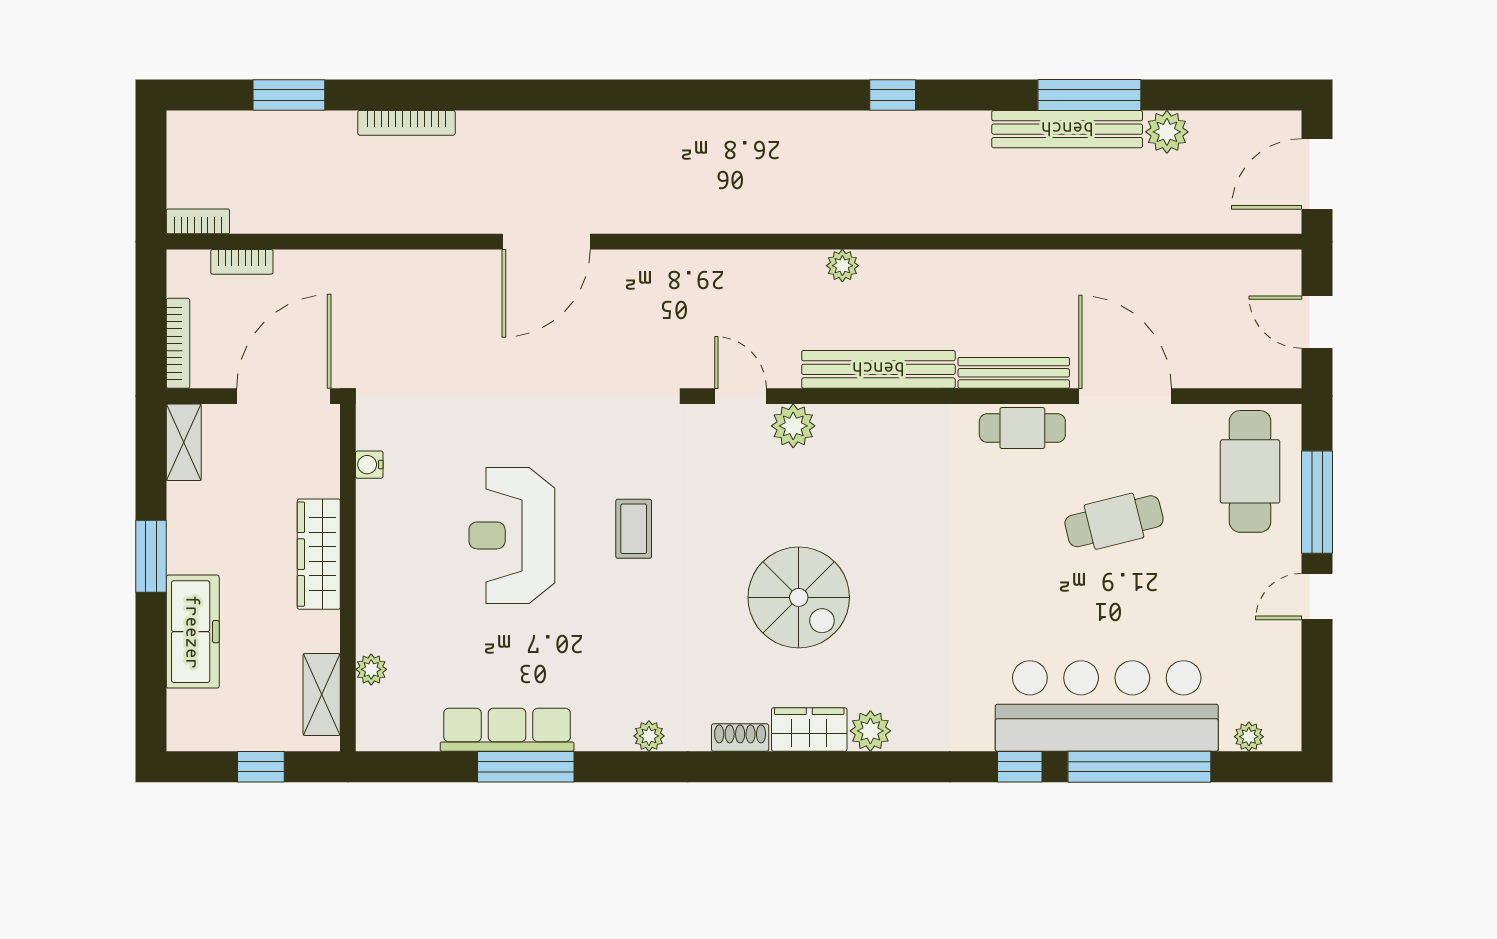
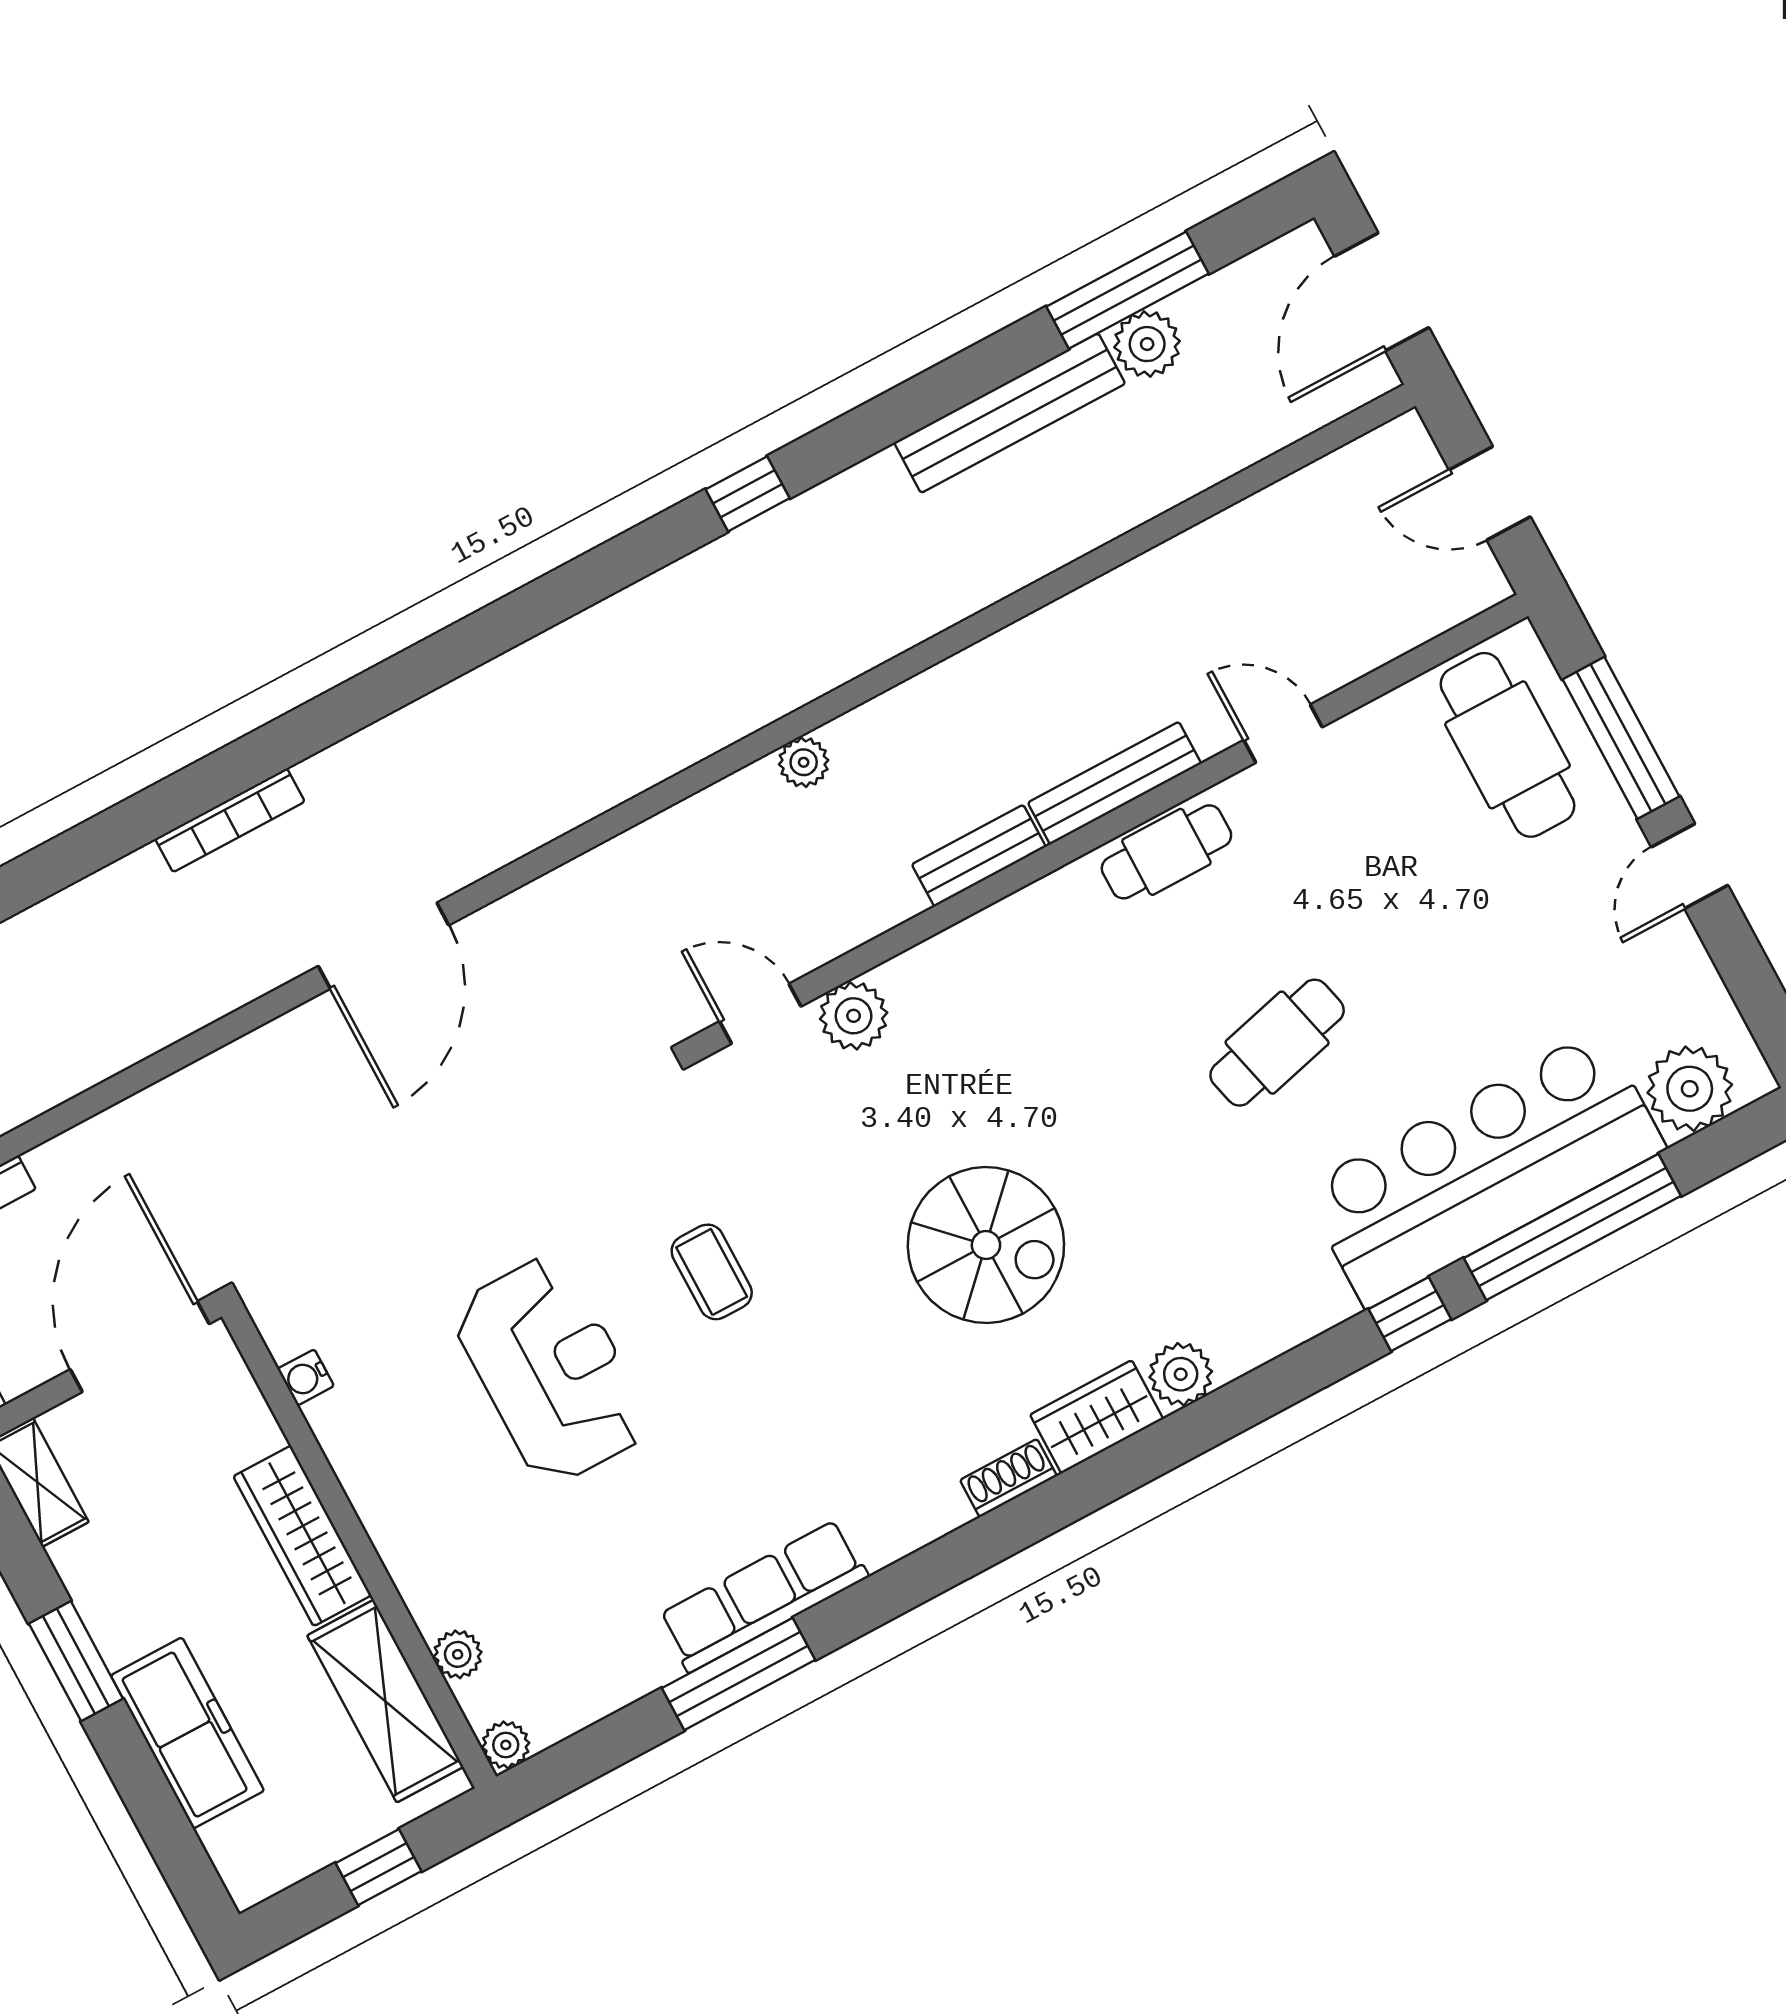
window: (1089, 95) -> (1128, 290), moved
bookcase: (406, 123) -> (230, 820), moved
bench: (878, 369) -> (979, 856), width x0.54, depth x0.82
door: (1125, 396) -> (1283, 734), width x0.53
cafe table: (1114, 521) -> (1277, 1043), moved
reception desk: (512, 535) -> (551, 1370), turned 180
shelving: (322, 695) -> (385, 1701), width x1.50, depth x1.33
row of seats: (507, 730) -> (763, 1596), moved
plant: (649, 736) -> (506, 1745), moved
plant: (1249, 737) -> (1690, 1089), width x1.87, depth x1.87

